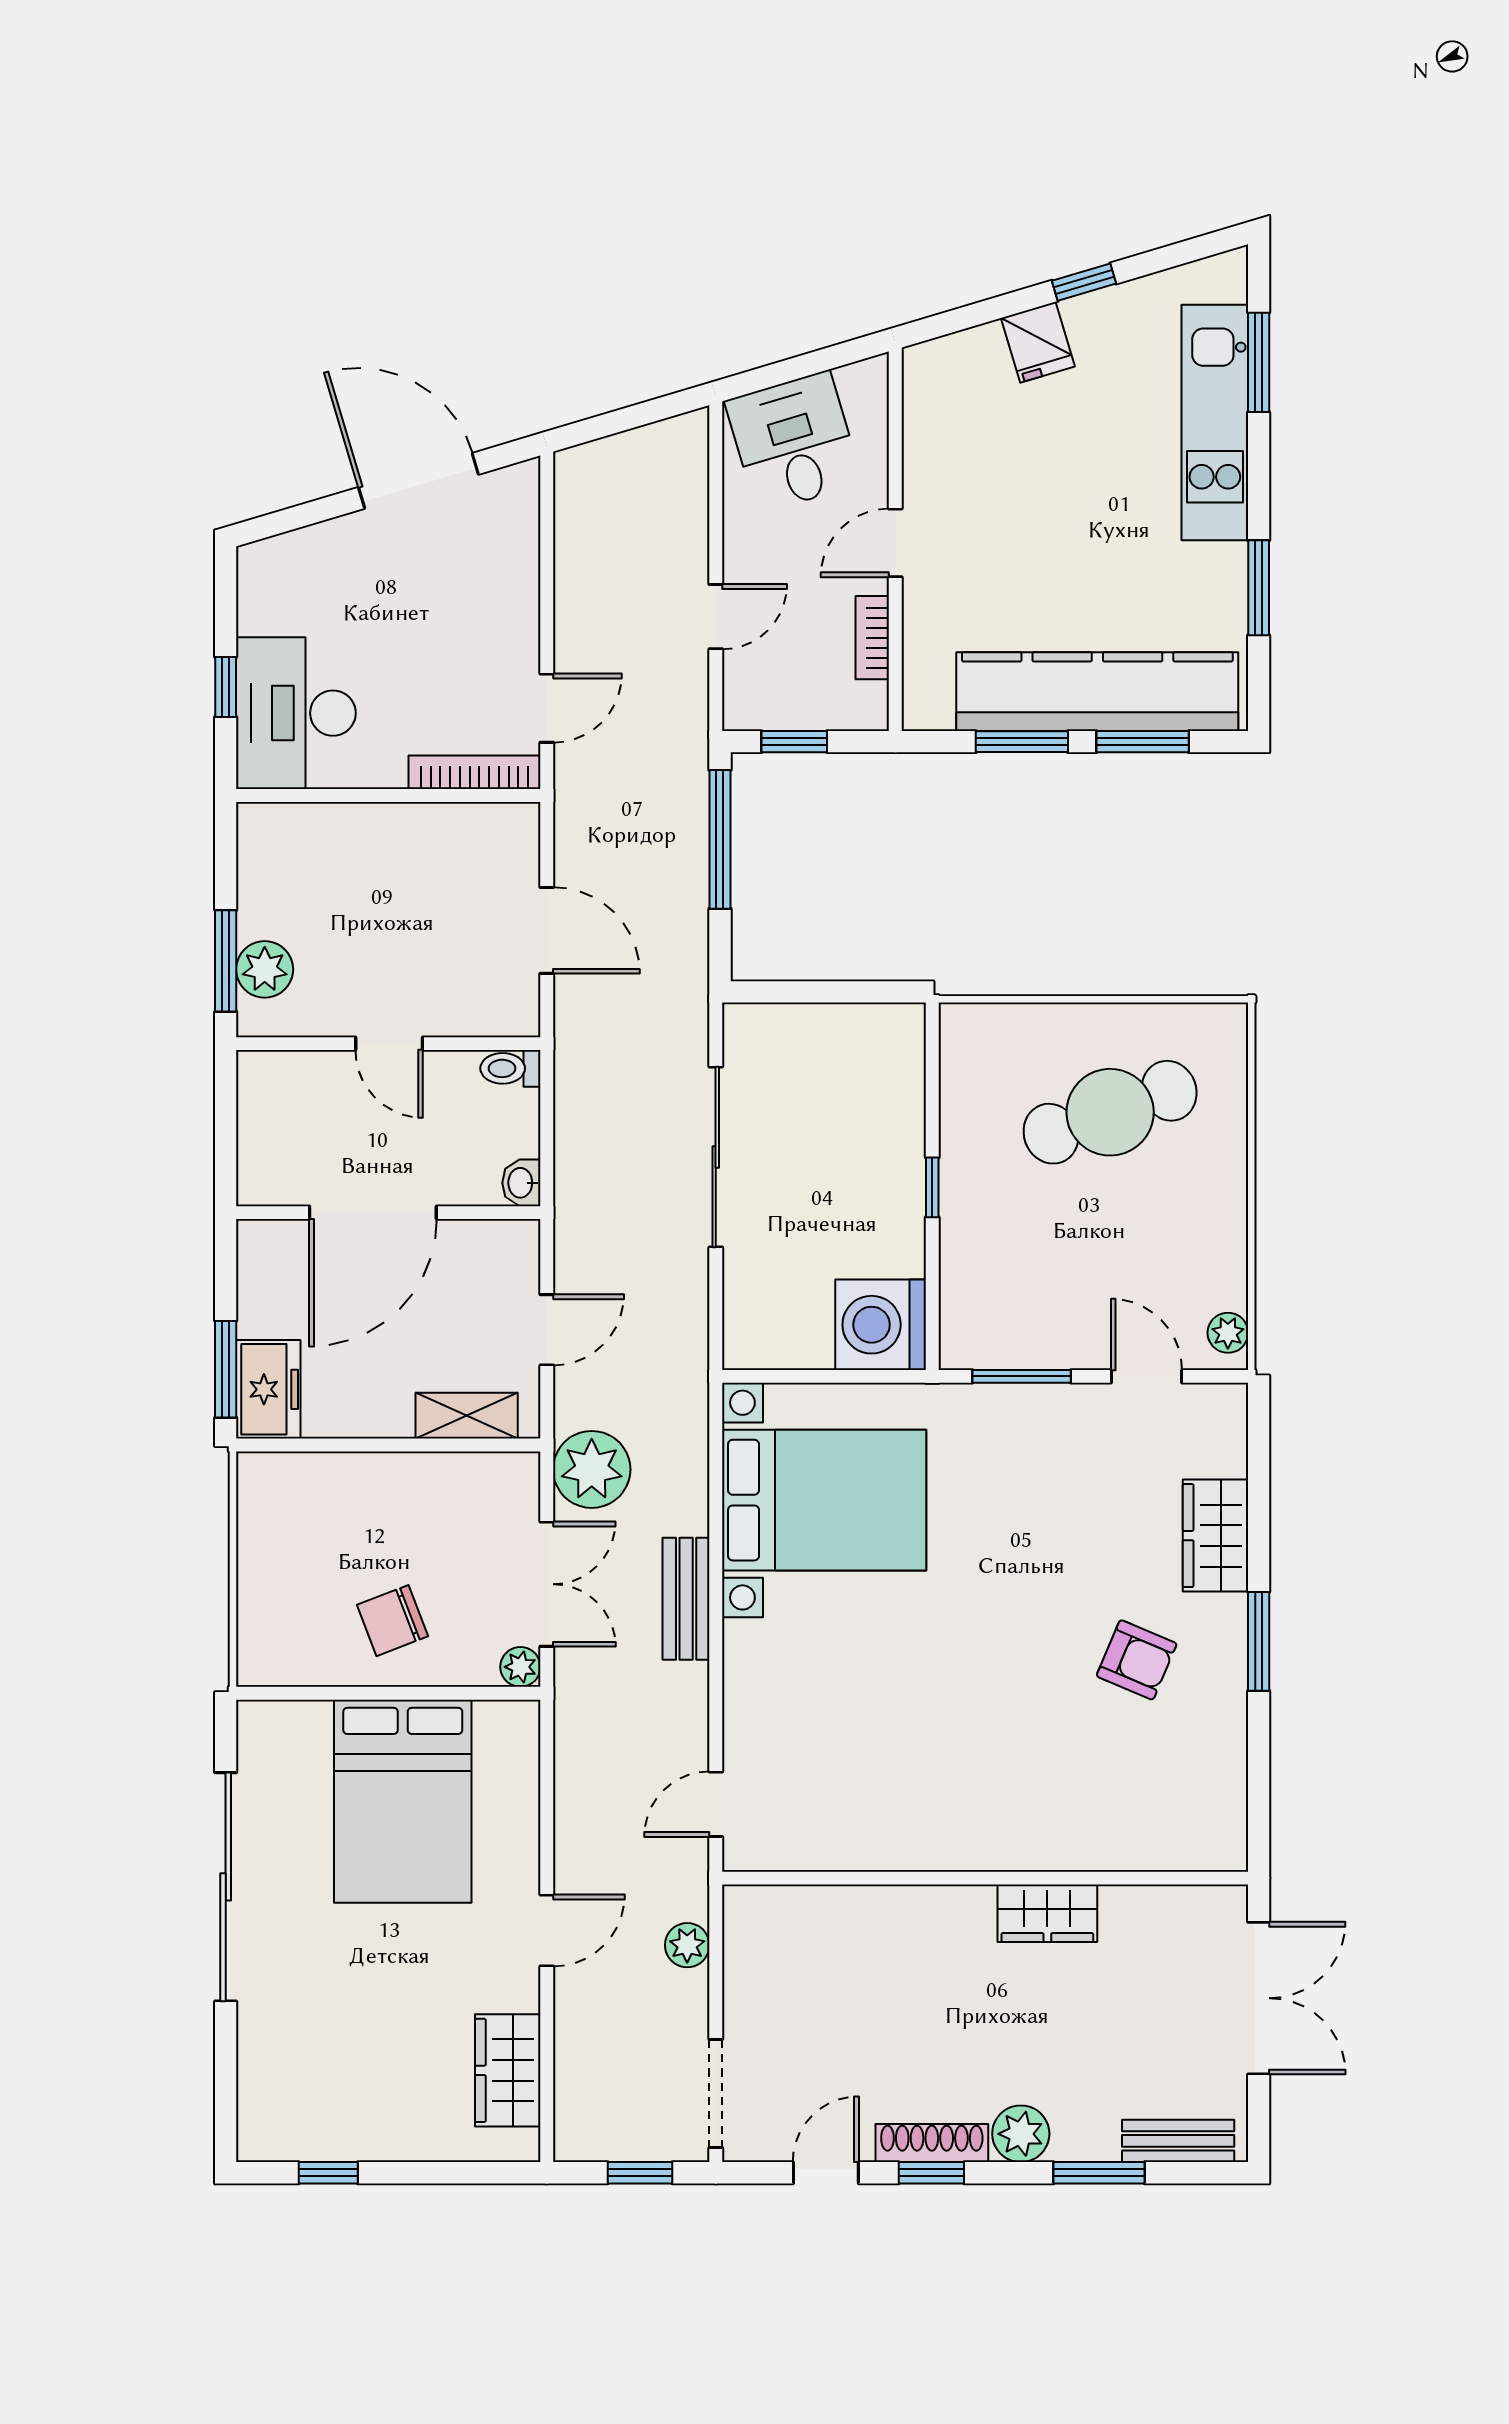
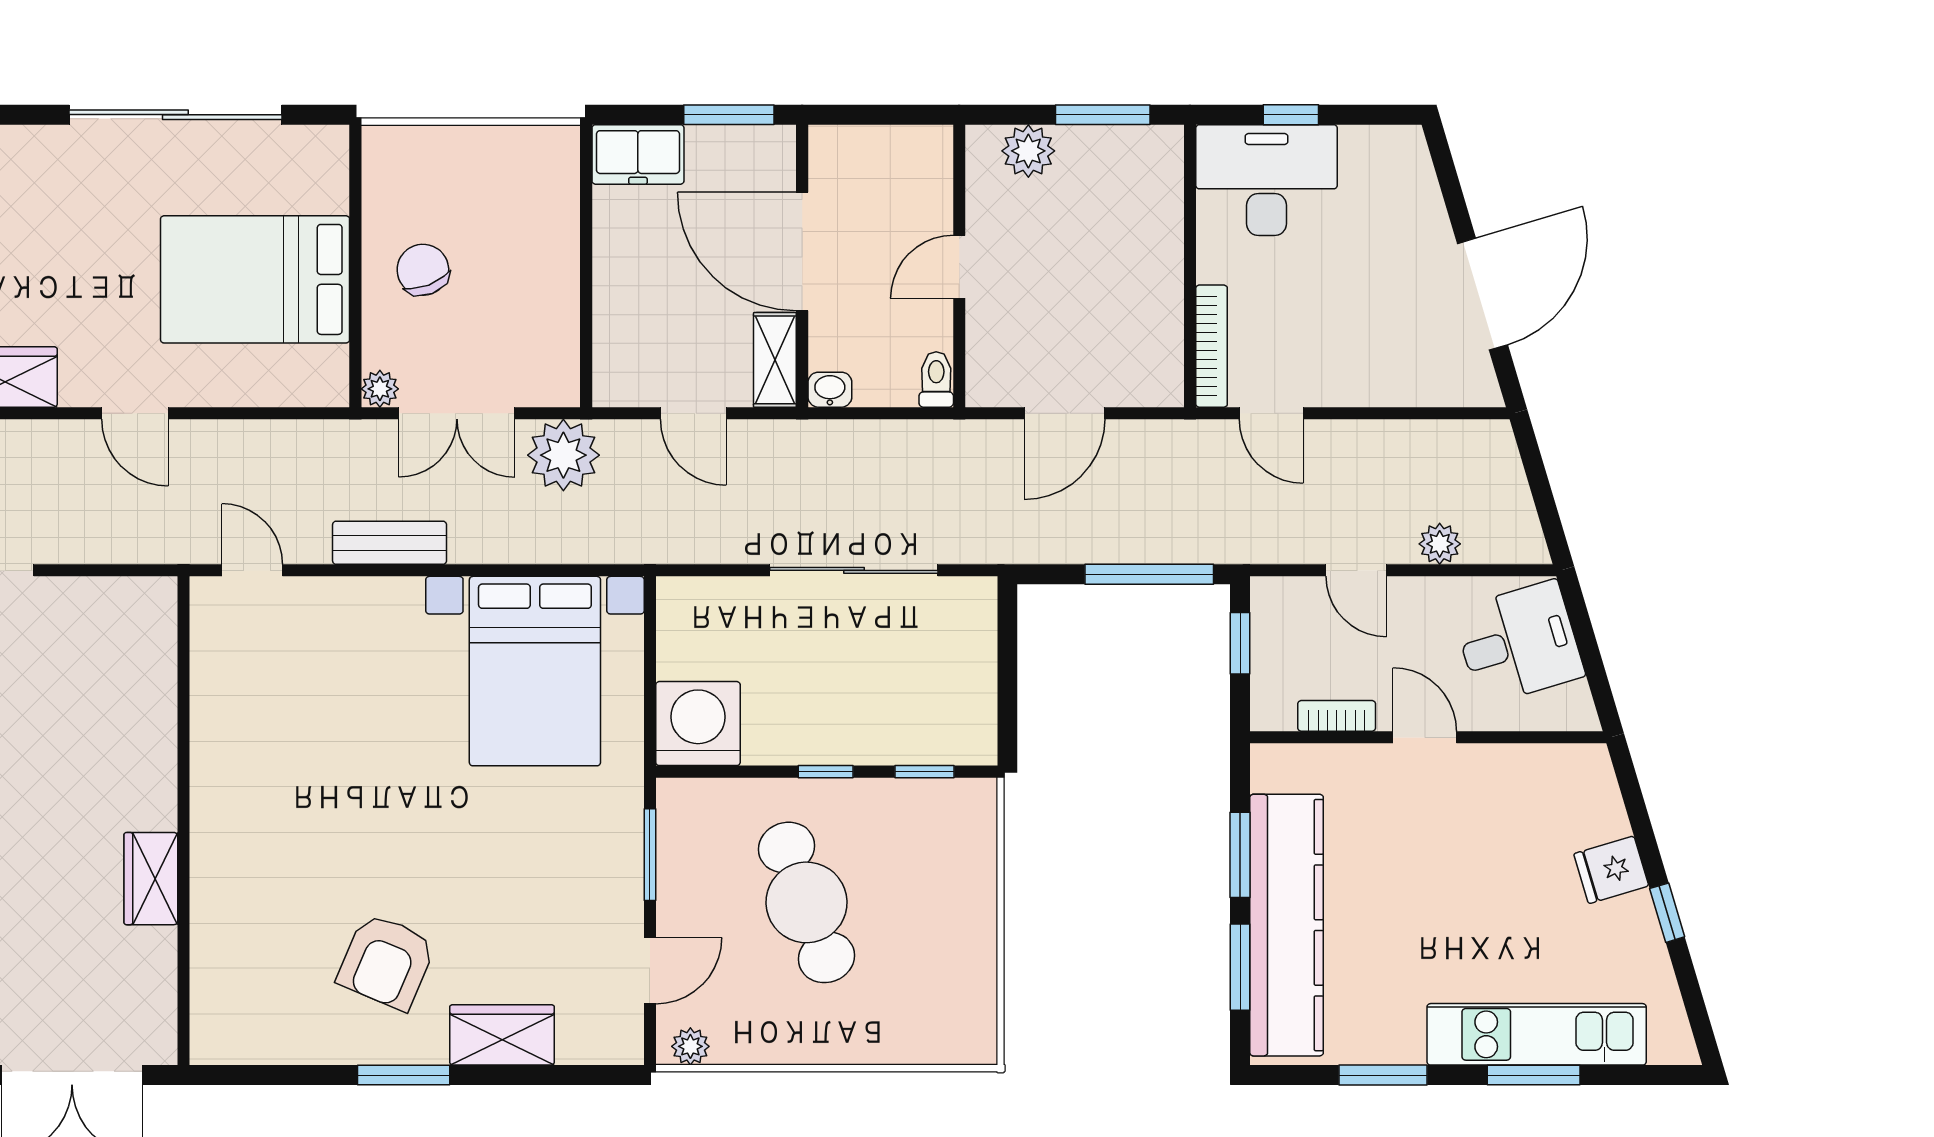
window: (1259, 362) -> (1534, 1075), moved
window: (226, 961) -> (1103, 115), moved
window: (932, 1081) -> (925, 772), added
cafe table: (1110, 1112) -> (807, 902), moved
window: (226, 1369) -> (729, 115), moved
shelving: (467, 1416) -> (775, 360), moved
bench: (686, 1599) -> (390, 543), moved
armchair: (1137, 1660) -> (386, 962), width x1.38, depth x1.38
plant: (687, 1945) -> (1440, 544), moved

